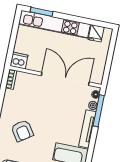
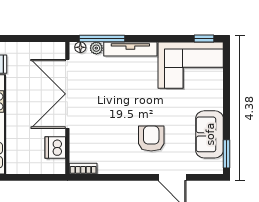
dishwasher: (19, 61) -> (55, 147), moved
armchair: (22, 131) -> (151, 139), turned -56

